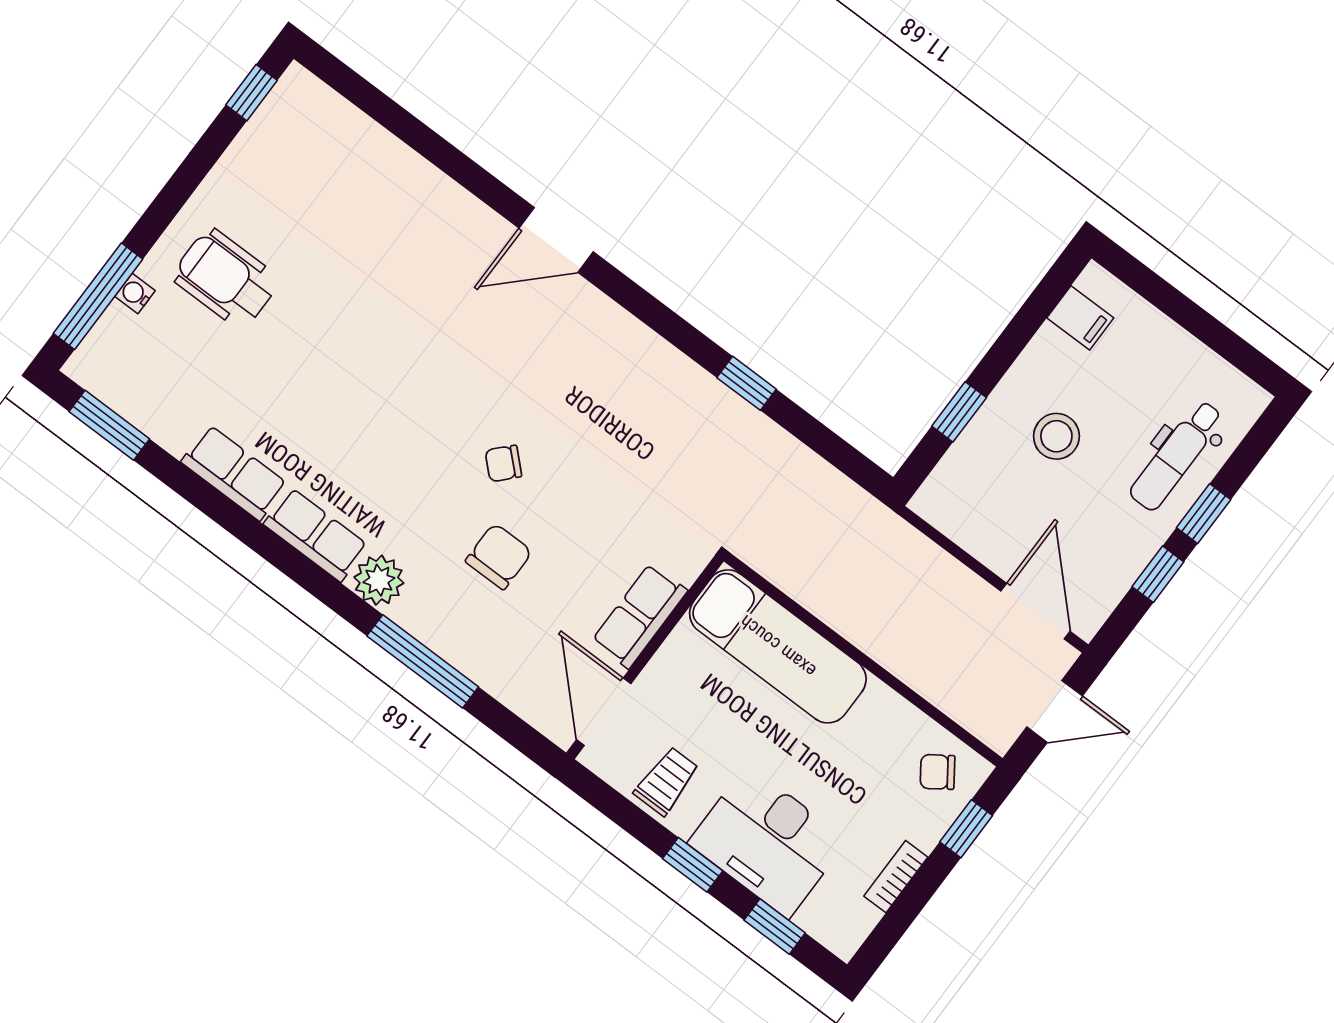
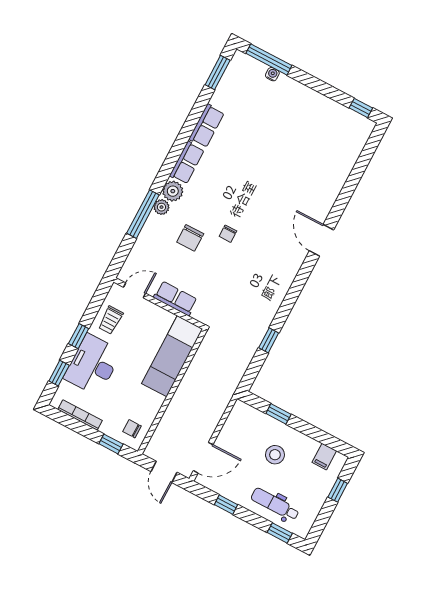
wheelchair: (226, 278) -> (284, 110), removed
window: (1167, 299) -> (338, 490), added
window: (747, 383) -> (269, 340), moved
chair: (503, 463) -> (228, 234), turned -133
window: (1204, 514) -> (280, 533), moved
chair: (499, 556) -> (190, 238), turned 90
plant: (413, 614) -> (161, 207), added
door: (604, 712) -> (134, 290), width x0.73
chair: (938, 772) -> (132, 429), turned -55
trolley: (667, 781) -> (111, 320), turned 90
bookcase: (896, 877) -> (80, 415), width x1.56

